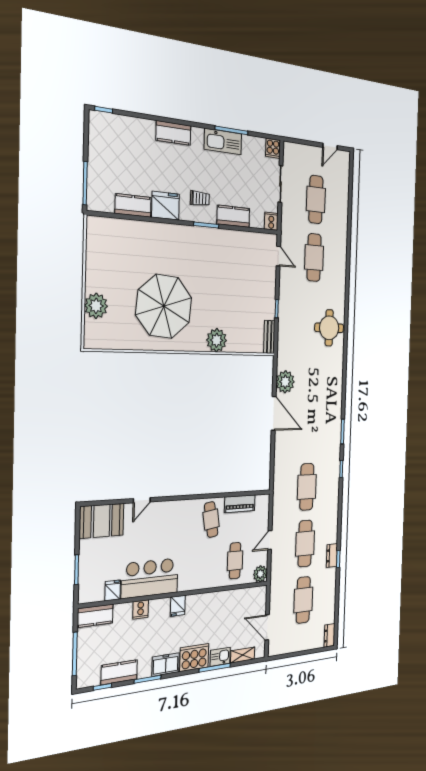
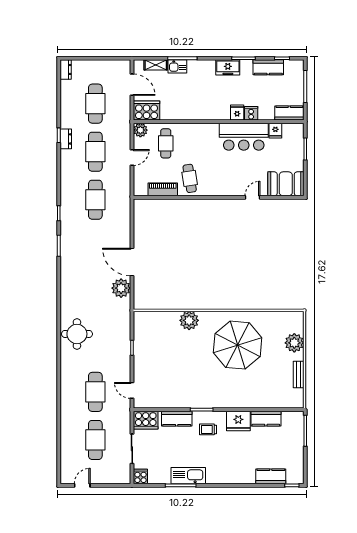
kitchen counter: (173, 133) -> (271, 476), moved
cooker: (271, 221) -> (146, 420), width x1.87, depth x1.31
bench: (269, 337) -> (299, 375), moved
fridge: (178, 606) -> (237, 113), moved
cooker: (194, 657) -> (146, 111), moved, turned 180

